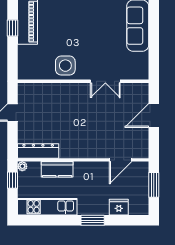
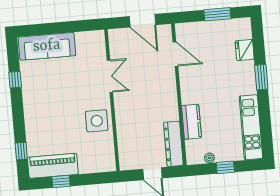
dresser: (38, 151) -> (173, 144), moved
wall: (83, 160) -> (179, 94), moved
door: (121, 160) -> (175, 54), moved
kitchen counter: (57, 169) -> (191, 122), moved

